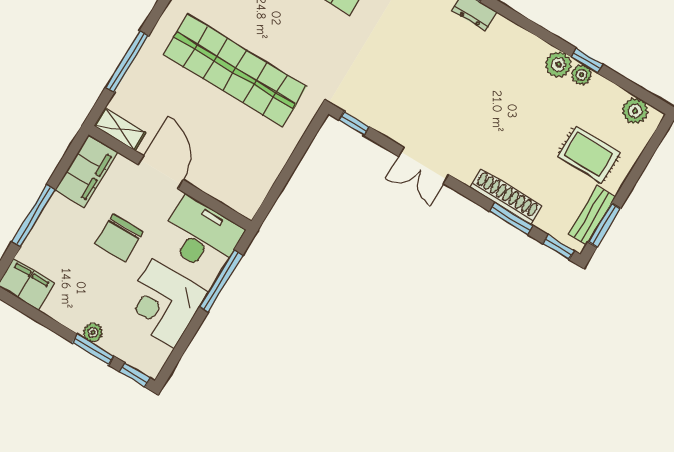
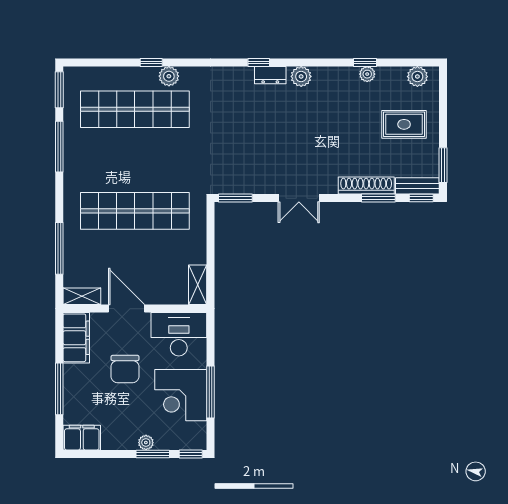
plant: (558, 64) -> (301, 76), moved
window: (354, 123) -> (235, 198), width x1.50
shelving: (255, 194) -> (198, 285), added
bench: (592, 215) -> (417, 186), moved, turned 90
window: (221, 281) -> (210, 392), moved

